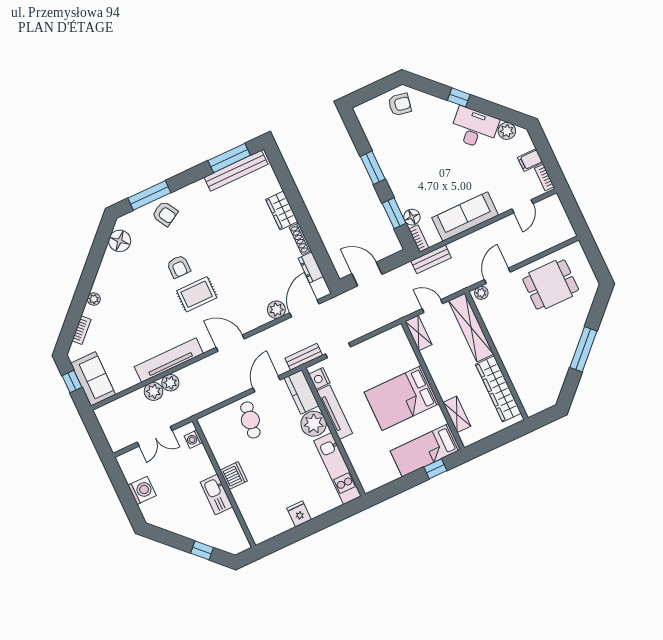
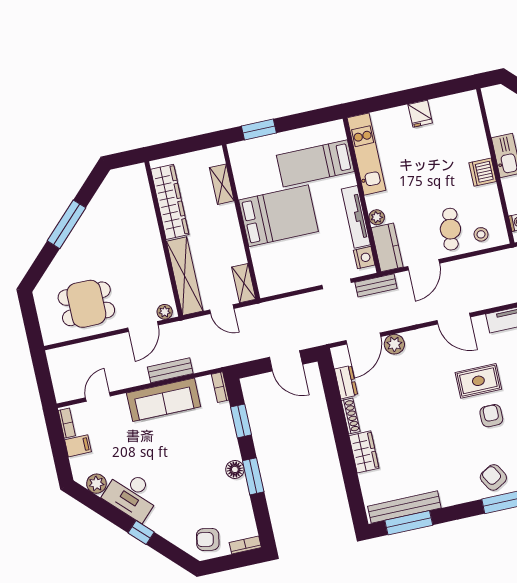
bookcase: (366, 107) -> (245, 545), added
floor lamp: (412, 217) -> (235, 469), moved
bench: (431, 259) -> (170, 370), moved
stool: (223, 421) -> (481, 234), added
plant: (314, 424) -> (377, 217), width x0.53, depth x0.53
bed: (425, 450) -> (315, 163), moved, turned 180
window: (435, 469) -> (259, 129), width x1.50

